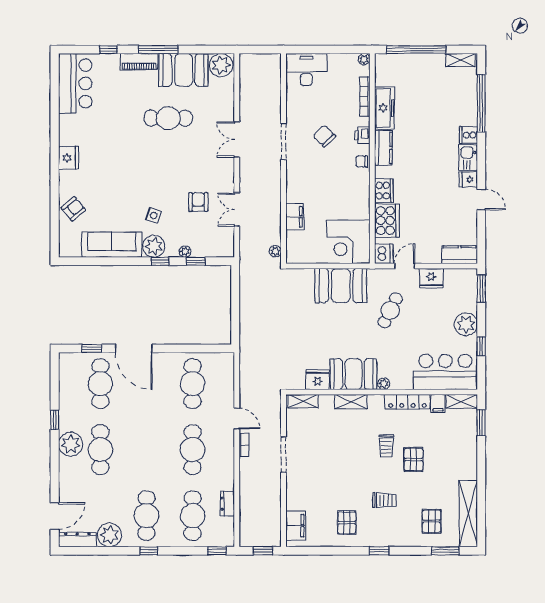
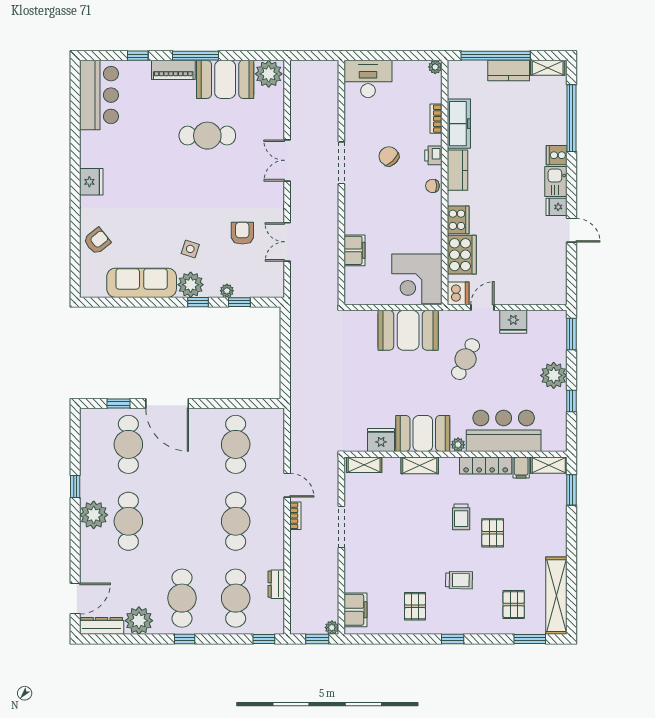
bookcase: (365, 97) -> (436, 119), width x0.64
plant: (275, 251) -> (332, 628), moved
kitchen counter: (460, 255) -> (509, 71), moved, turned 180
bar counter: (445, 372) -> (504, 431), moved

